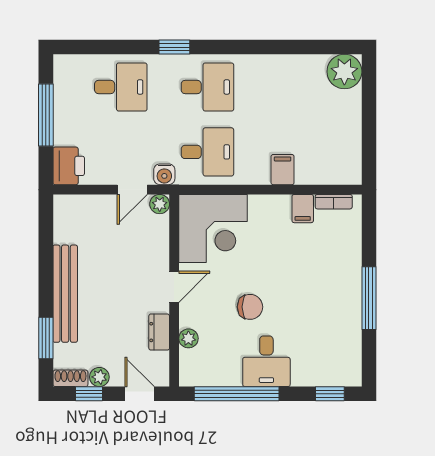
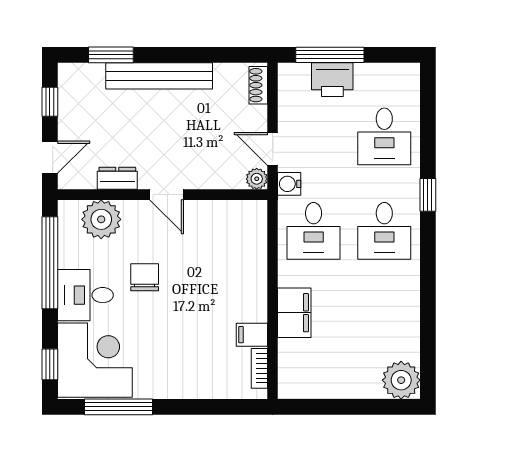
window: (46, 115) -> (330, 55), moved
printer: (69, 166) -> (332, 80), moved
filing cabinet: (283, 170) -> (294, 313), width x2.00
corner desk: (213, 228) -> (95, 360), moved, turned 180
window: (369, 298) -> (118, 407), moved
chair: (250, 307) -> (145, 277), turned 180
plant: (188, 338) -> (101, 219), width x1.87, depth x1.87
plant: (99, 377) -> (68, 113), removed
shoe rack: (70, 378) -> (258, 85), moved, turned 180

